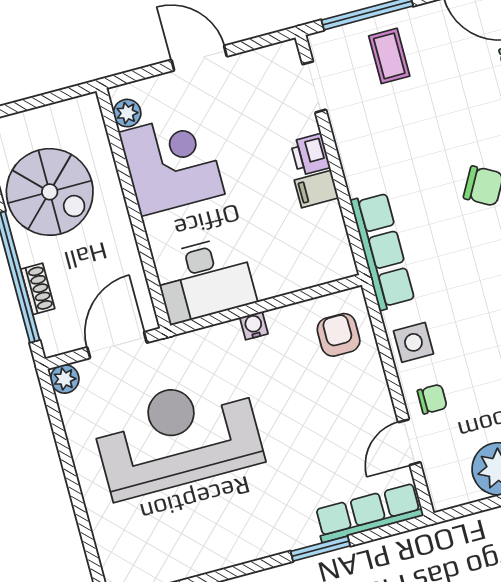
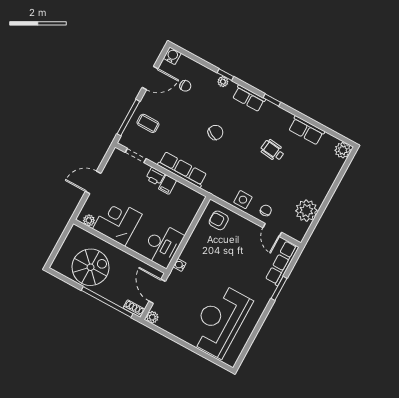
row of seats: (382, 251) -> (182, 170), moved
shoe rack: (38, 289) -> (134, 309), moved
water cooler: (254, 326) -> (180, 265), moved
reception desk: (177, 437) -> (220, 321), moved

